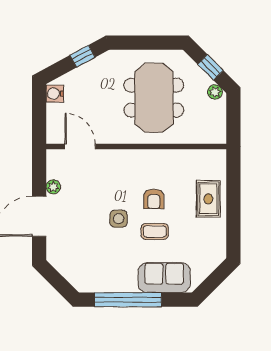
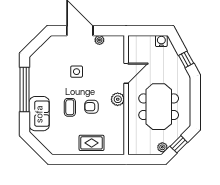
meeting table: (154, 98) -> (159, 107), turned 90
door: (80, 147) -> (126, 73), moved
plant: (143, 159) -> (118, 99), added
side table: (119, 219) -> (77, 72), moved

